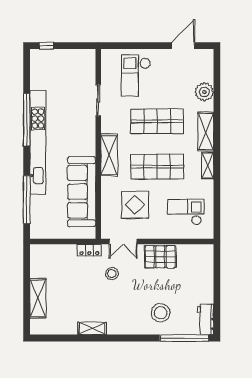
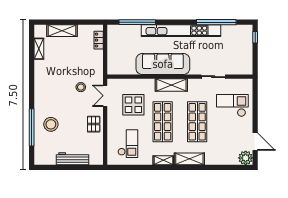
plant: (204, 92) -> (246, 158), moved
window: (27, 120) -> (216, 22), moved
sofa: (82, 192) -> (163, 64), moved
locker: (89, 250) -> (99, 40), moved
pallet: (160, 257) -> (94, 124), width x0.67, depth x0.71
workbench: (206, 319) -> (73, 159), moved, width x1.38
shelving: (92, 328) -> (39, 49), moved
window: (184, 338) -> (32, 127), moved

